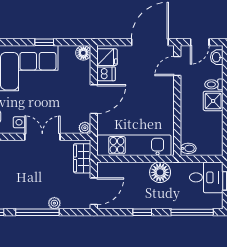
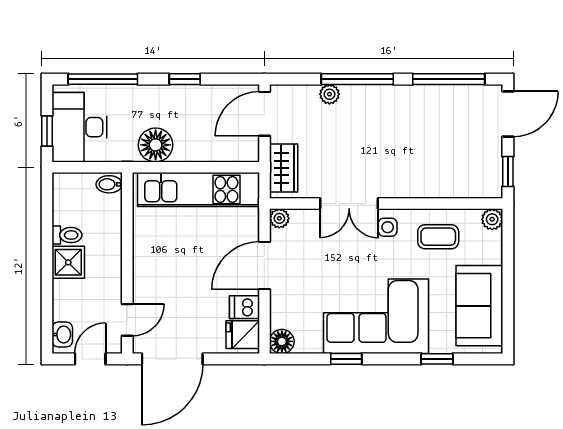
toilet: (214, 84) -> (67, 235), moved
desk: (206, 177) -> (80, 127), width x1.37

